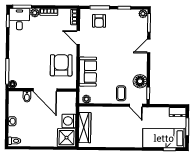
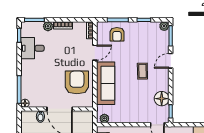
desk: (19, 19) -> (32, 48), moved, turned -90
door: (78, 38) -> (95, 53), swing flipped
sofa: (88, 72) -> (106, 83), width x1.36
coffee table: (121, 93) -> (142, 71), moved

